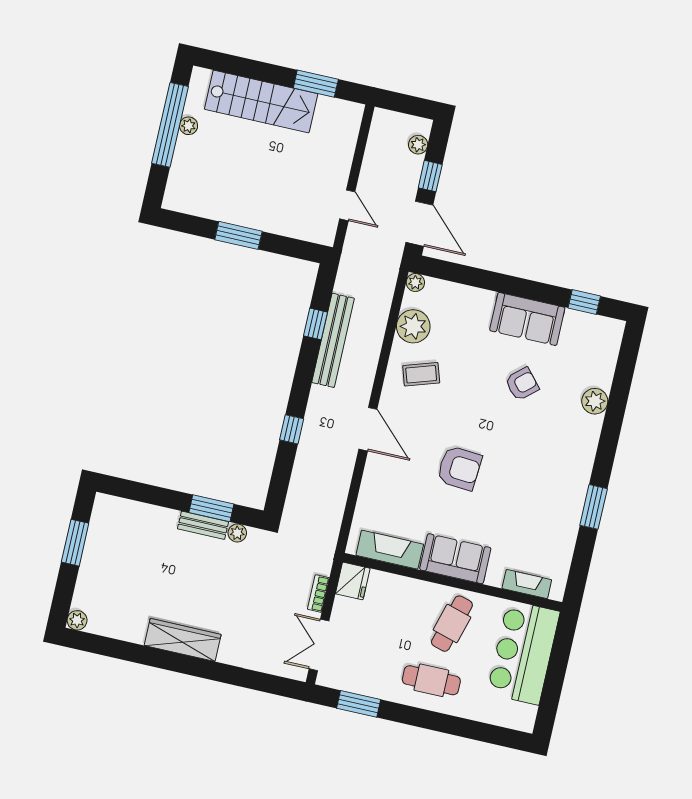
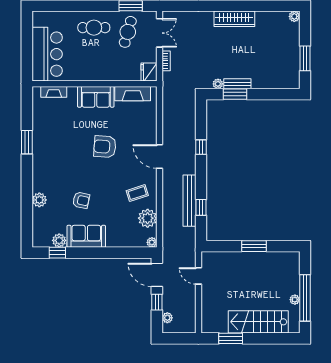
plant: (576, 322) -> (59, 240), added
armchair: (522, 384) -> (81, 200), turned -127
cafe table: (452, 624) -> (128, 32), moved

